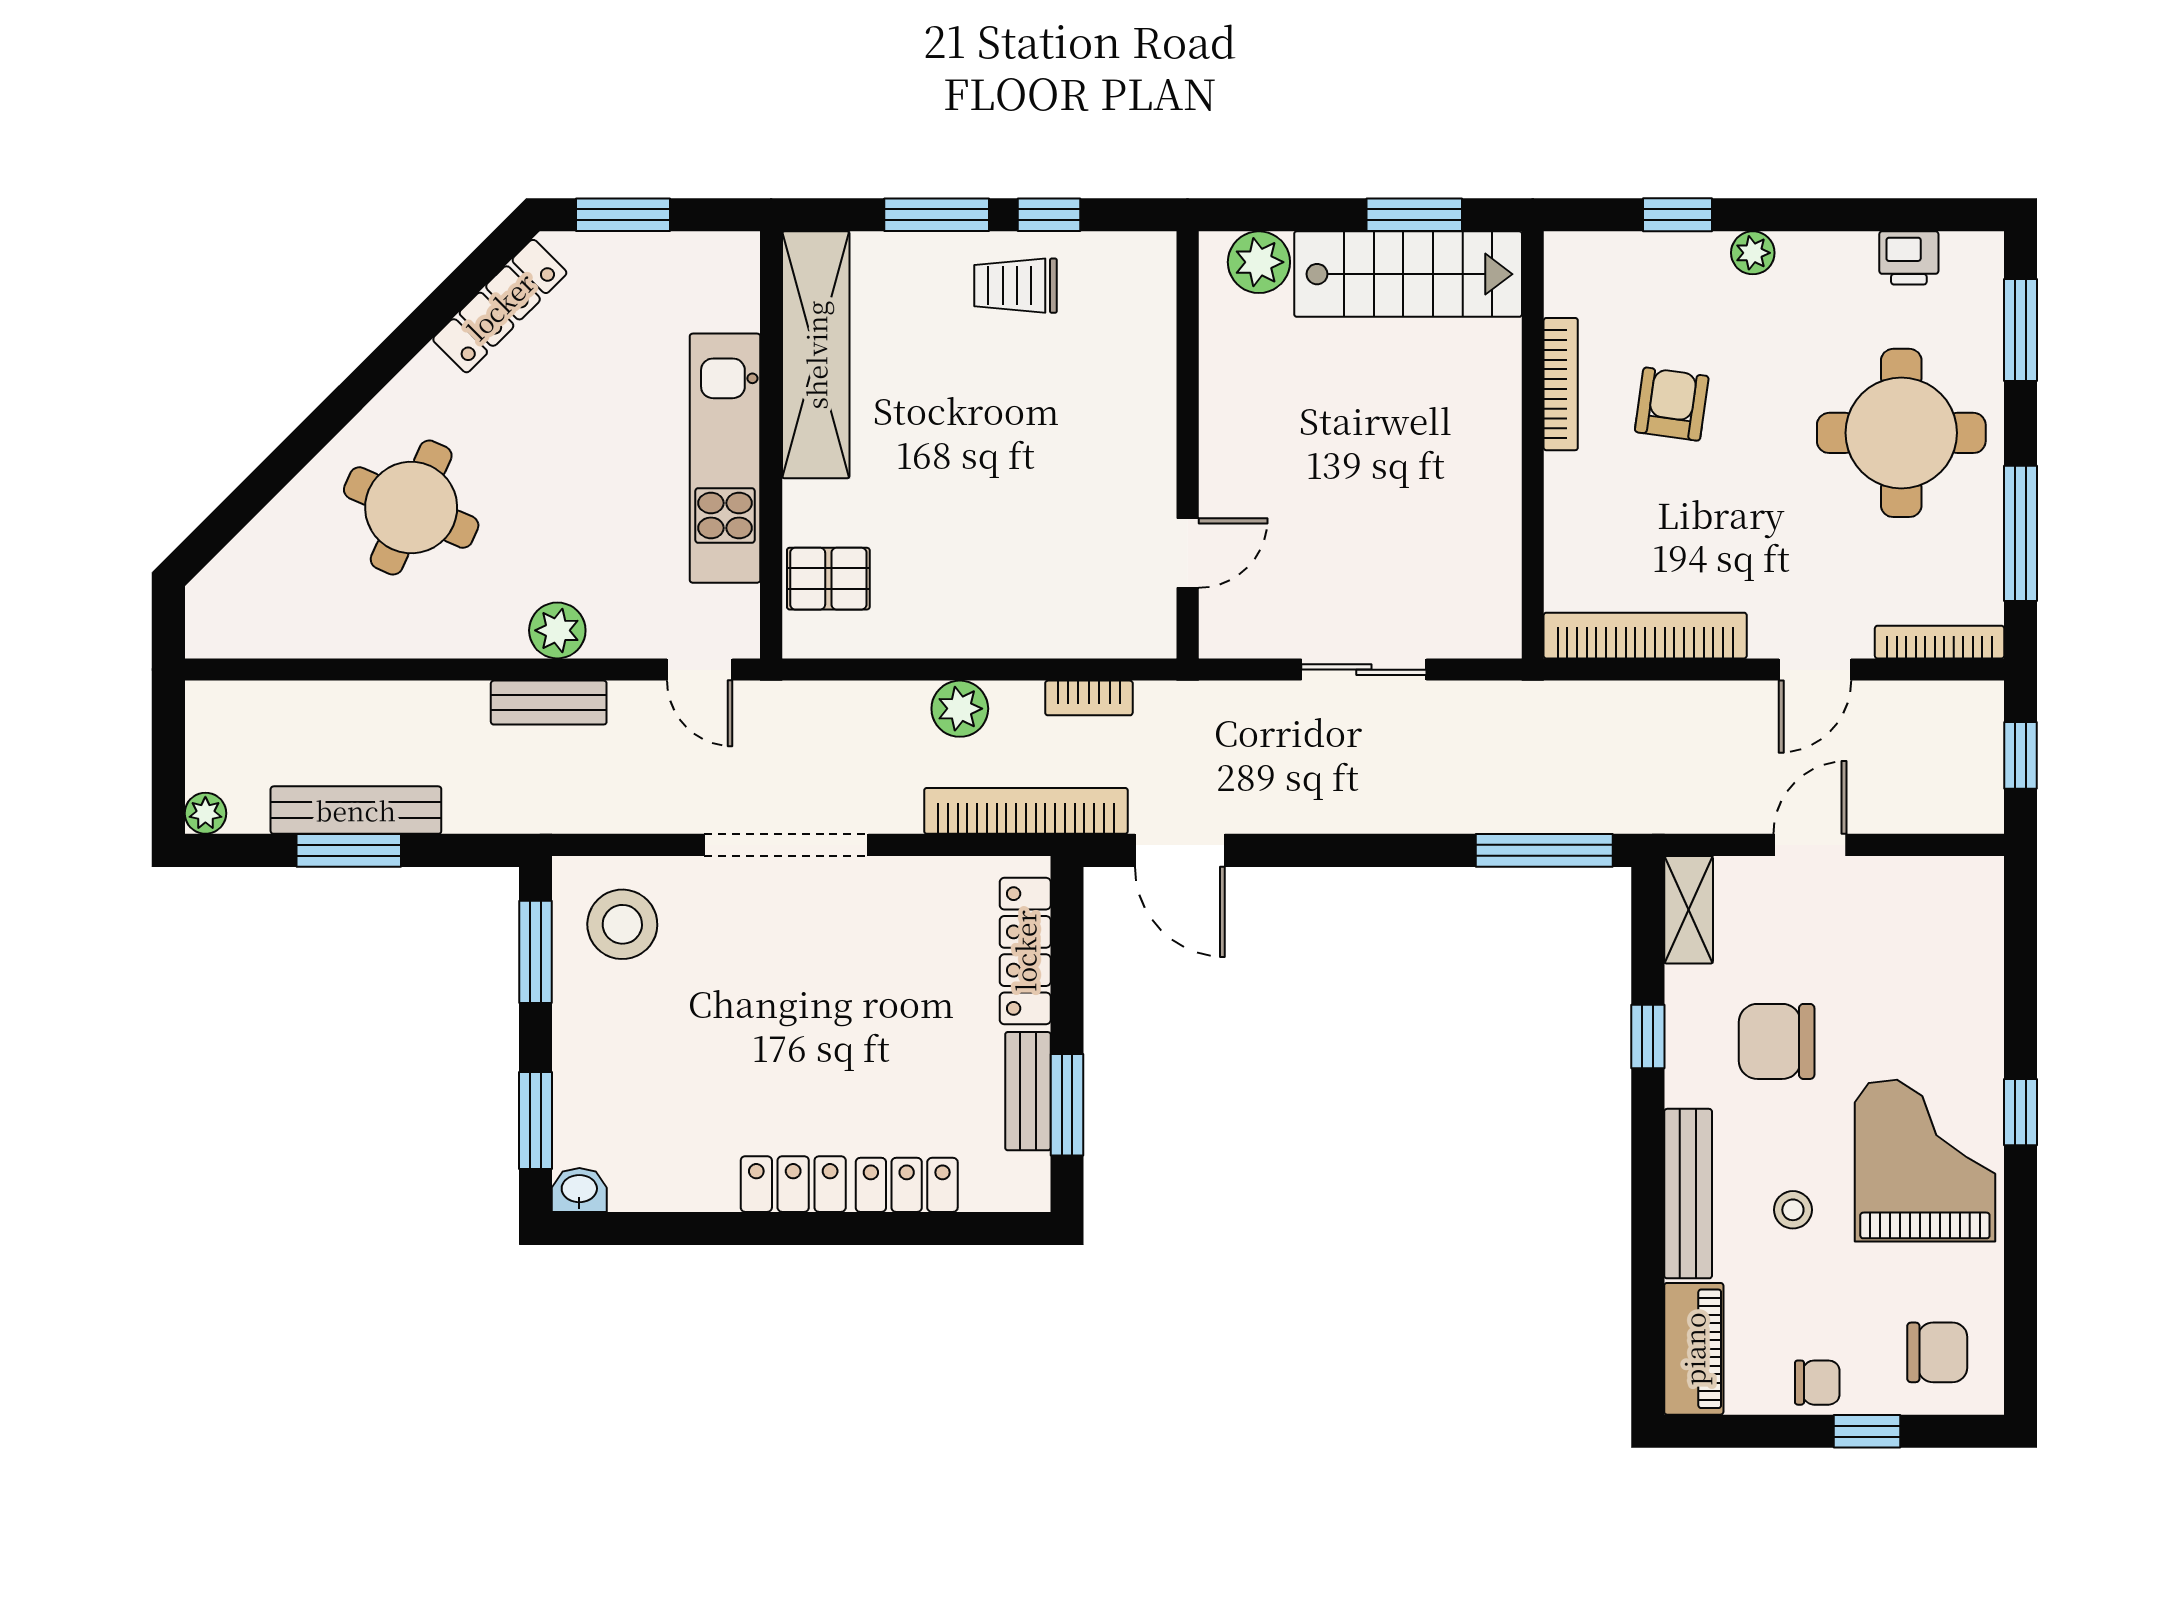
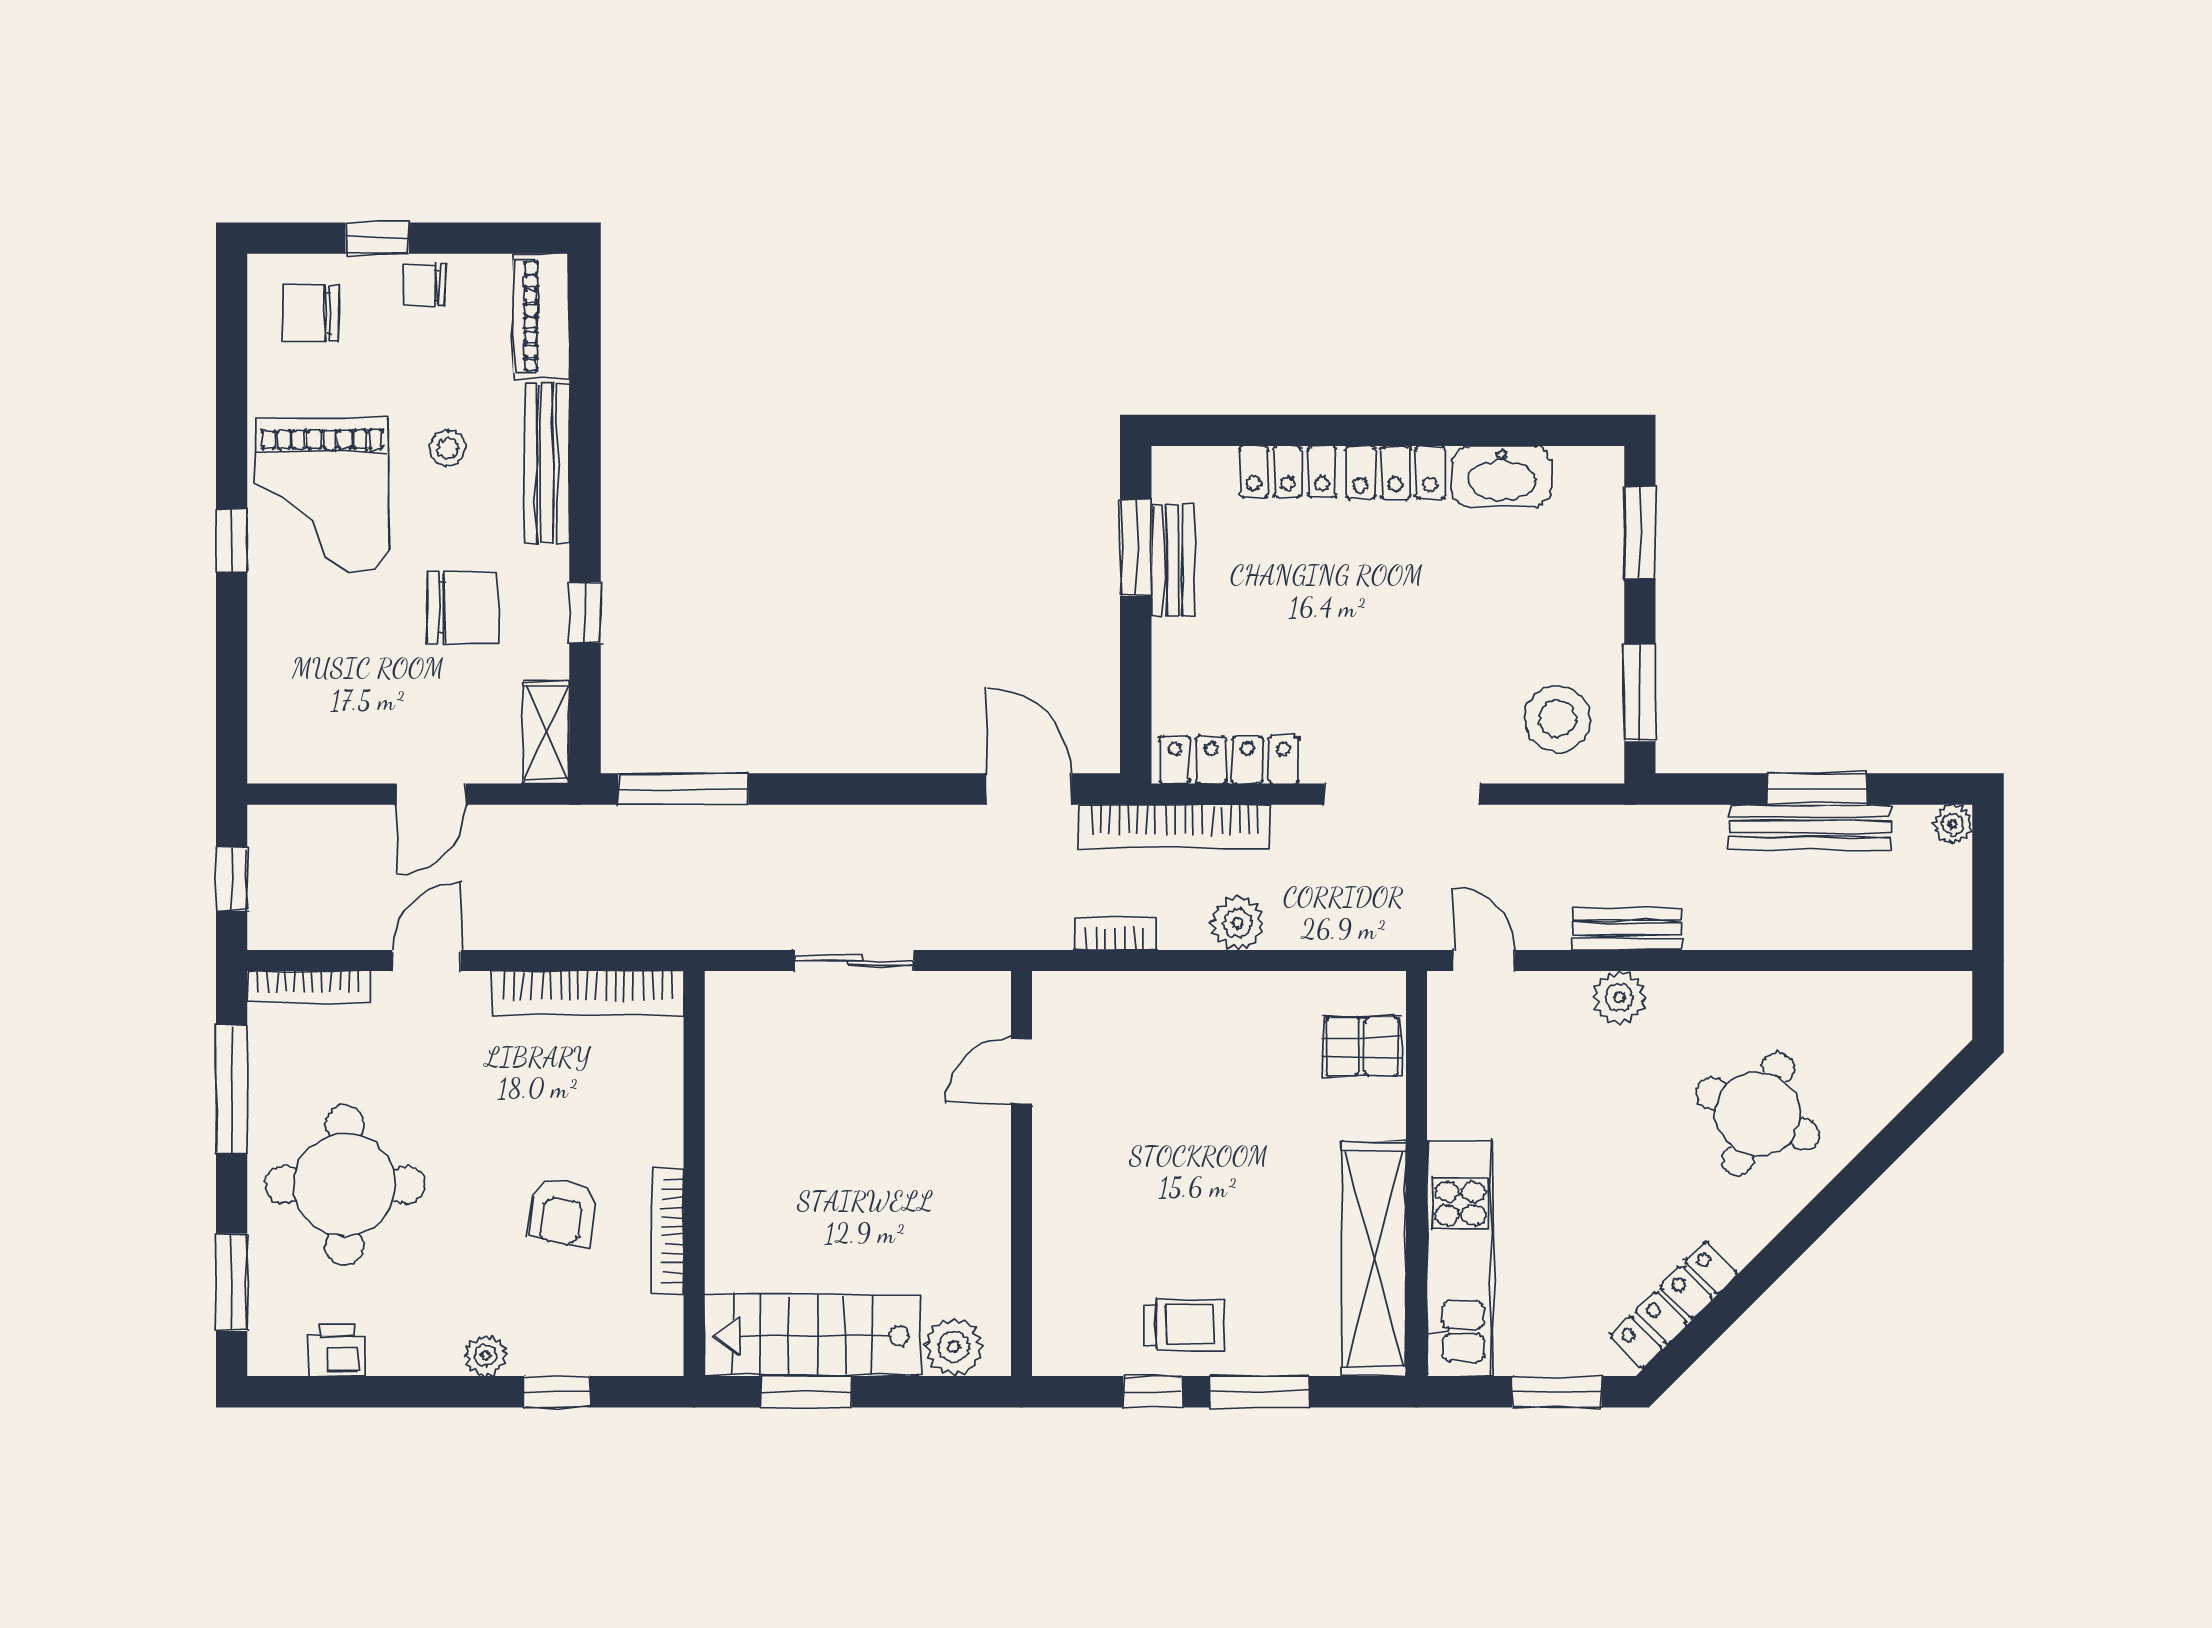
kitchen unit: (725, 458) -> (1460, 1258), moved
locker: (1025, 951) -> (1229, 760), moved, turned -90
washbasin: (579, 1190) -> (1502, 476), moved, width x1.91, depth x1.45

